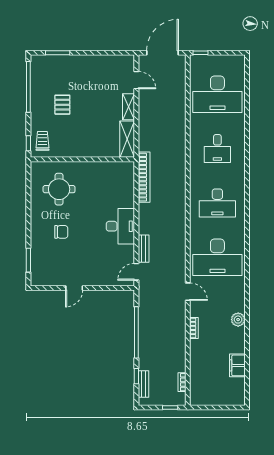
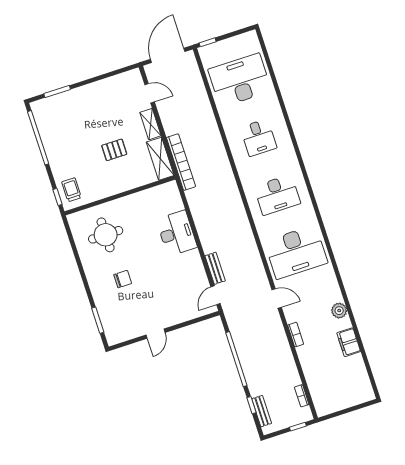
desk: (217, 94) -> (240, 80), turned 180
pallet: (62, 105) -> (114, 150), moved, turned 90
bookcase: (144, 177) -> (181, 162), moved
desk: (120, 226) -> (177, 233), moved
filing cabinet: (237, 365) -> (349, 342), moved

